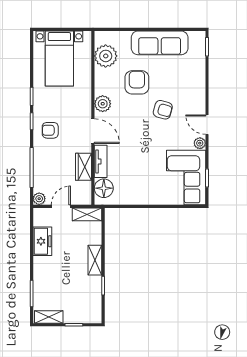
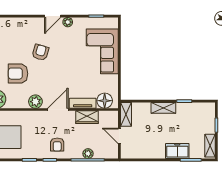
corner sofa: (186, 177) -> (102, 51), moved, turned 90
plant: (39, 199) -> (88, 154), moved
freezer: (42, 241) -> (177, 151), moved

